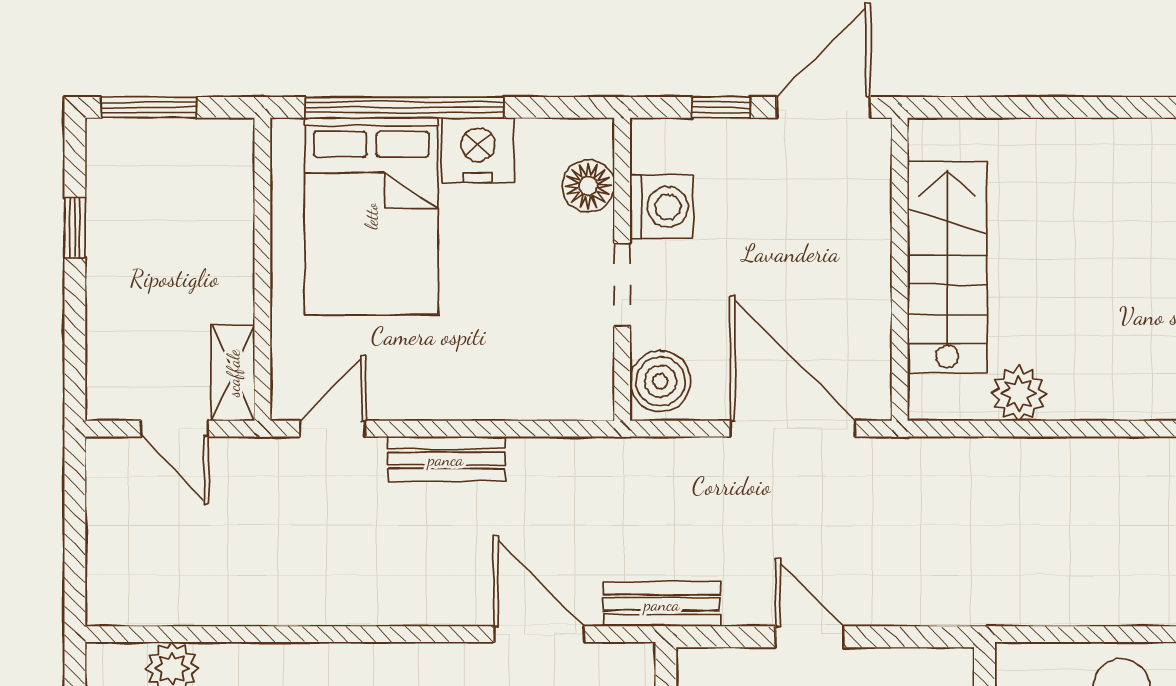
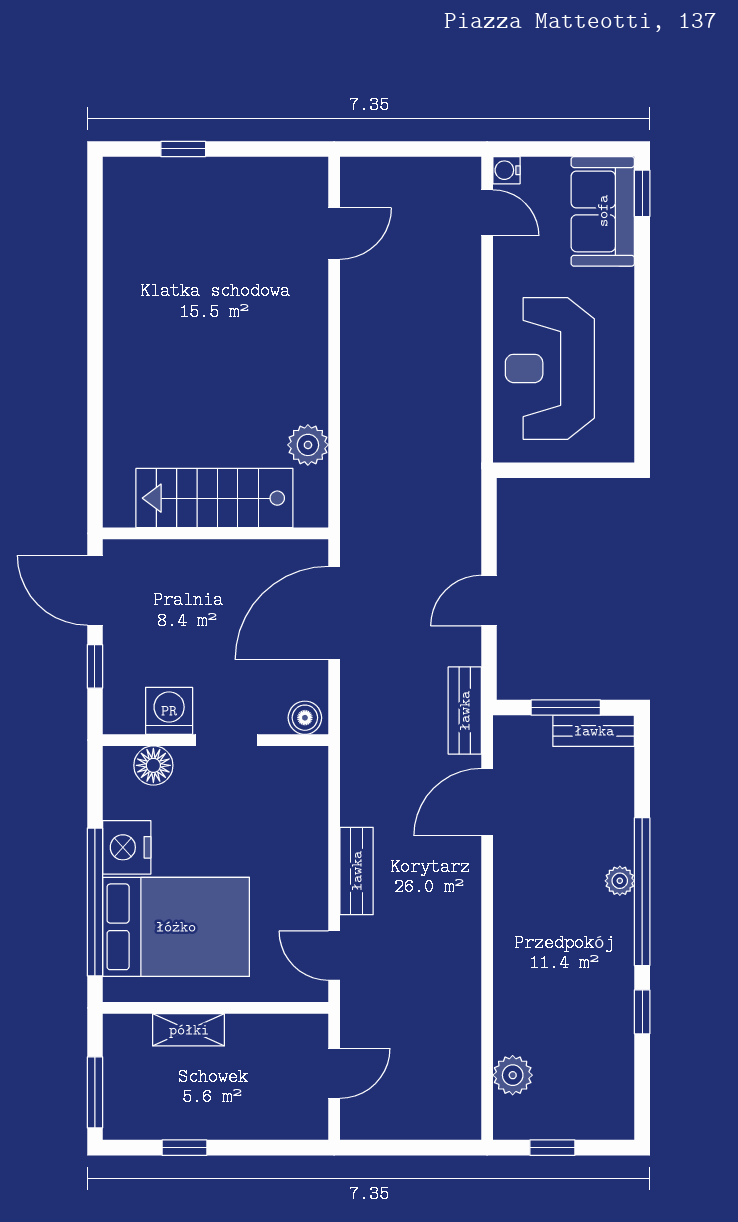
shelving: (233, 373) -> (189, 1030), moved
boiler: (660, 381) -> (305, 718), width x0.73, depth x0.73

